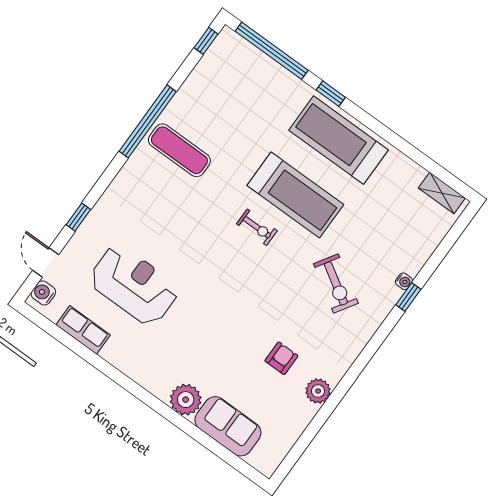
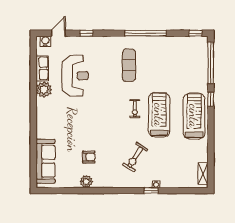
exercise mat: (179, 150) -> (129, 65), moved
treadmill: (295, 195) -> (159, 115), turned 180
plant: (186, 400) -> (44, 90), moved
sofa: (228, 426) -> (46, 161), width x1.36

